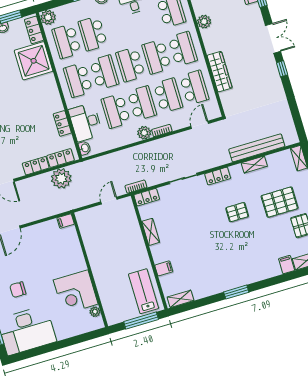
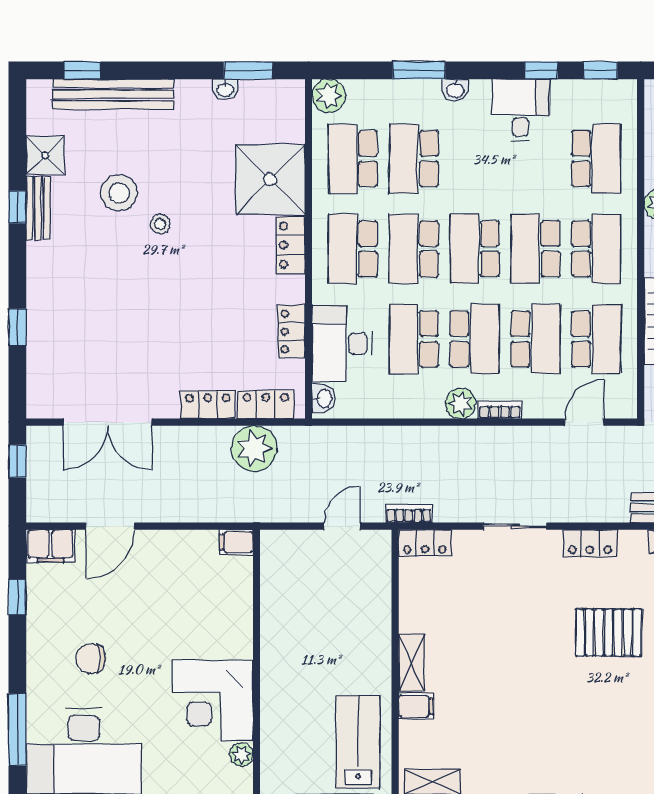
locker: (34, 30) -> (291, 245), moved
school desk: (104, 72) -> (414, 249), turned 180
pallet: (237, 212) -> (609, 633), width x1.50, depth x1.42
shelving: (151, 232) -> (411, 662), moved

